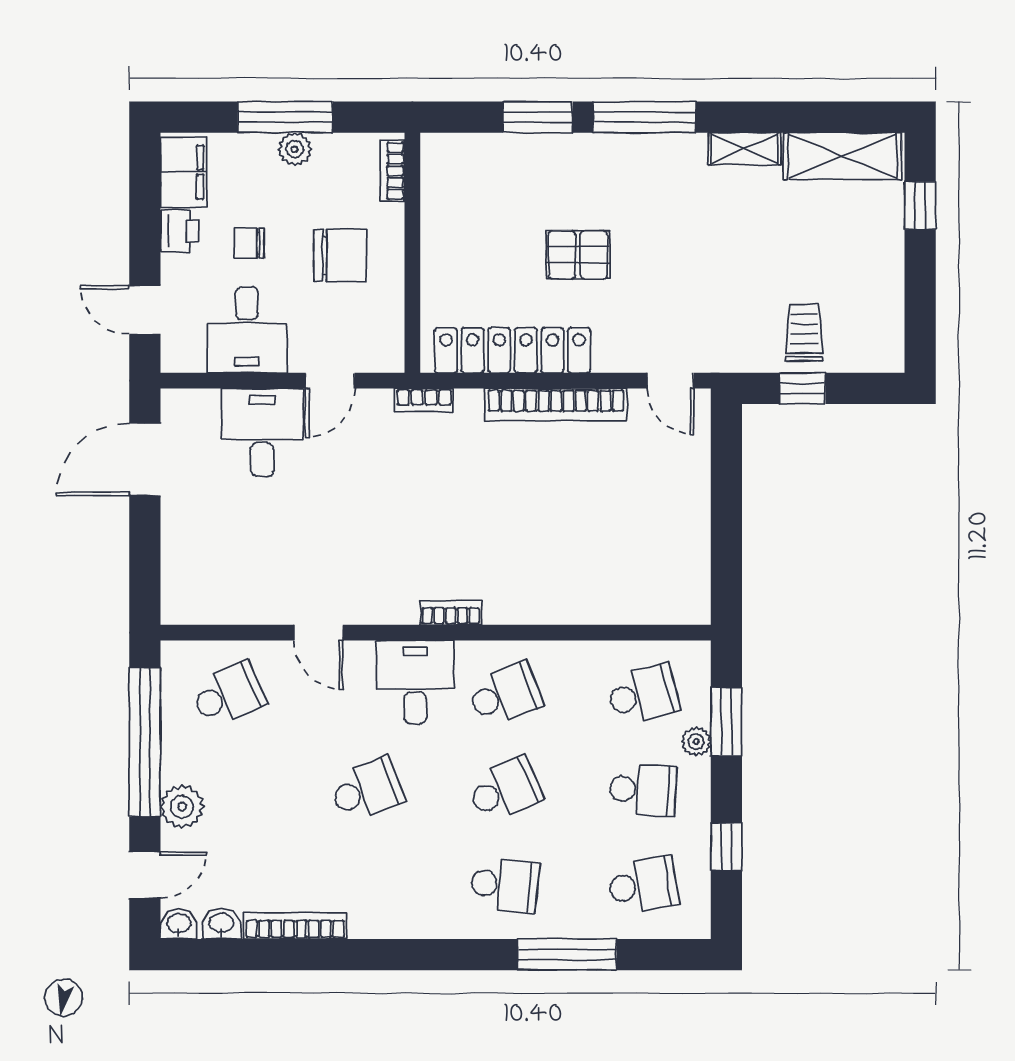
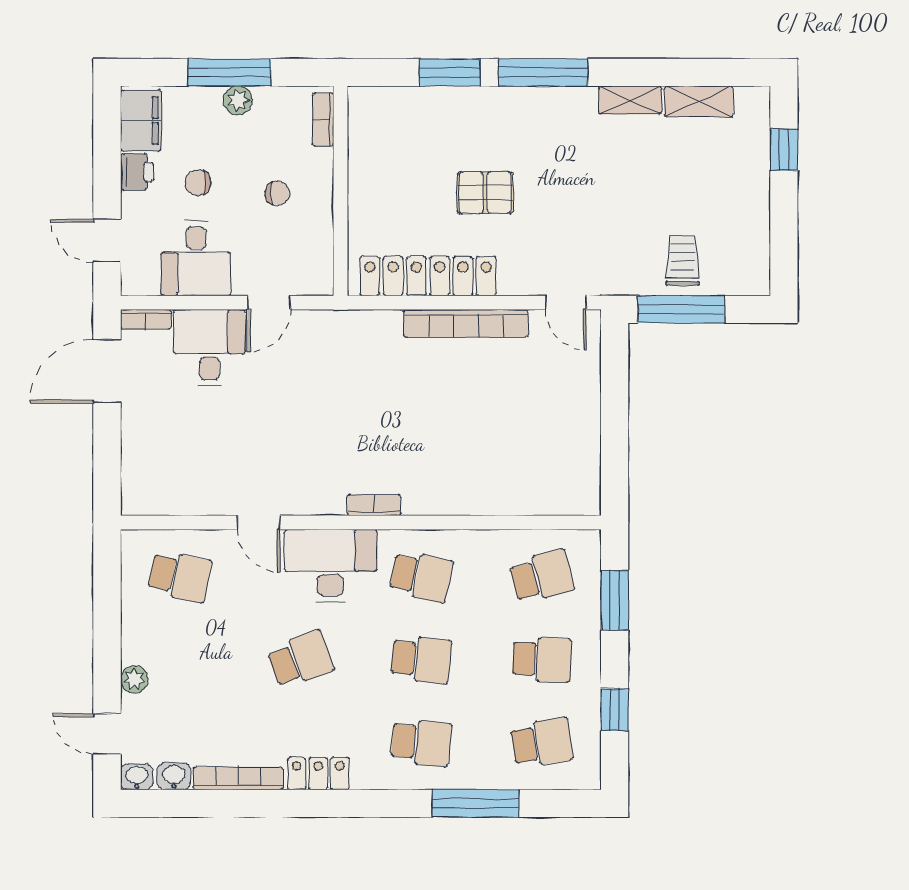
shelving: (843, 156) -> (699, 101), width x0.67, depth x0.75
chair: (340, 255) -> (278, 193), width x0.54, depth x0.54
window: (803, 388) -> (681, 309), width x2.17
bookcase: (424, 400) -> (146, 319), moved
desk: (415, 682) -> (331, 566), width x1.37
school desk: (228, 695) -> (180, 576), turned 36
school desk: (505, 695) -> (421, 576), turned 33
window: (145, 742) -> (107, 618), removed
plant: (696, 742) -> (588, 618), removed
school desk: (505, 790) -> (421, 660), turned 30
plant: (182, 807) -> (134, 680), width x0.73, depth x0.73
door: (145, 875) -> (107, 734), swing flipped
locker: (387, 920) -> (318, 774), added

